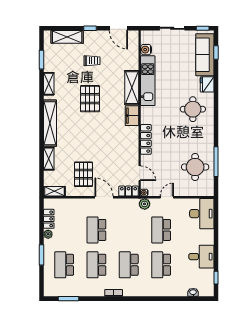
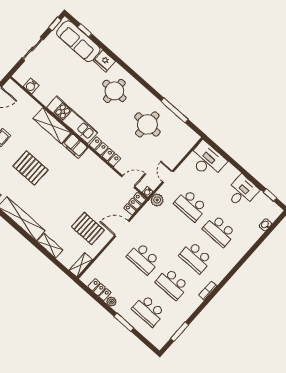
kitchen unit: (148, 81) -> (72, 120), moved
round table: (195, 167) -> (147, 124), moved

